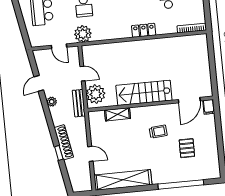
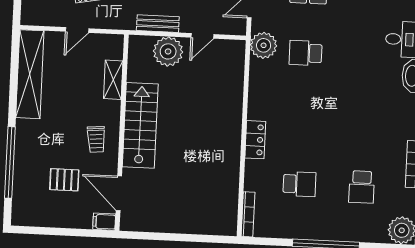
stairs: (144, 93) -> (140, 125), moved
door: (189, 100) -> (119, 193), moved
wall: (150, 104) -> (122, 133), moved
filing cabinet: (209, 107) -> (104, 222), moved
shelving: (118, 114) -> (113, 80), moved

